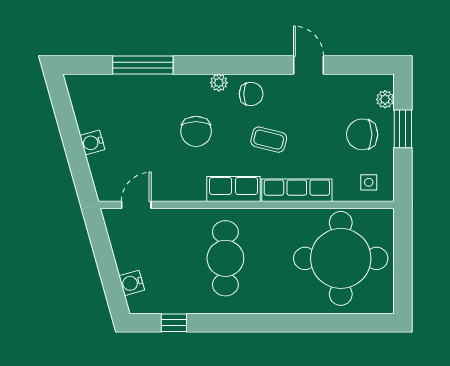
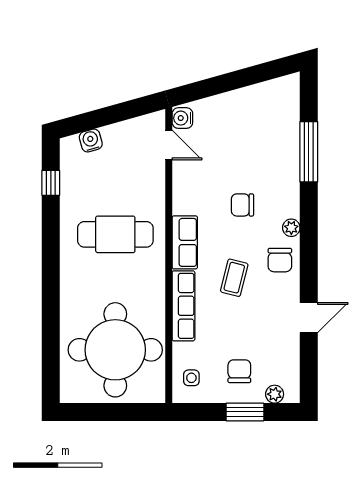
chair: (196, 131) -> (242, 205), width x0.73, depth x0.73
chair: (362, 134) -> (239, 371), width x0.73, depth x0.73
water cooler: (92, 142) -> (182, 118), moved, turned -74

